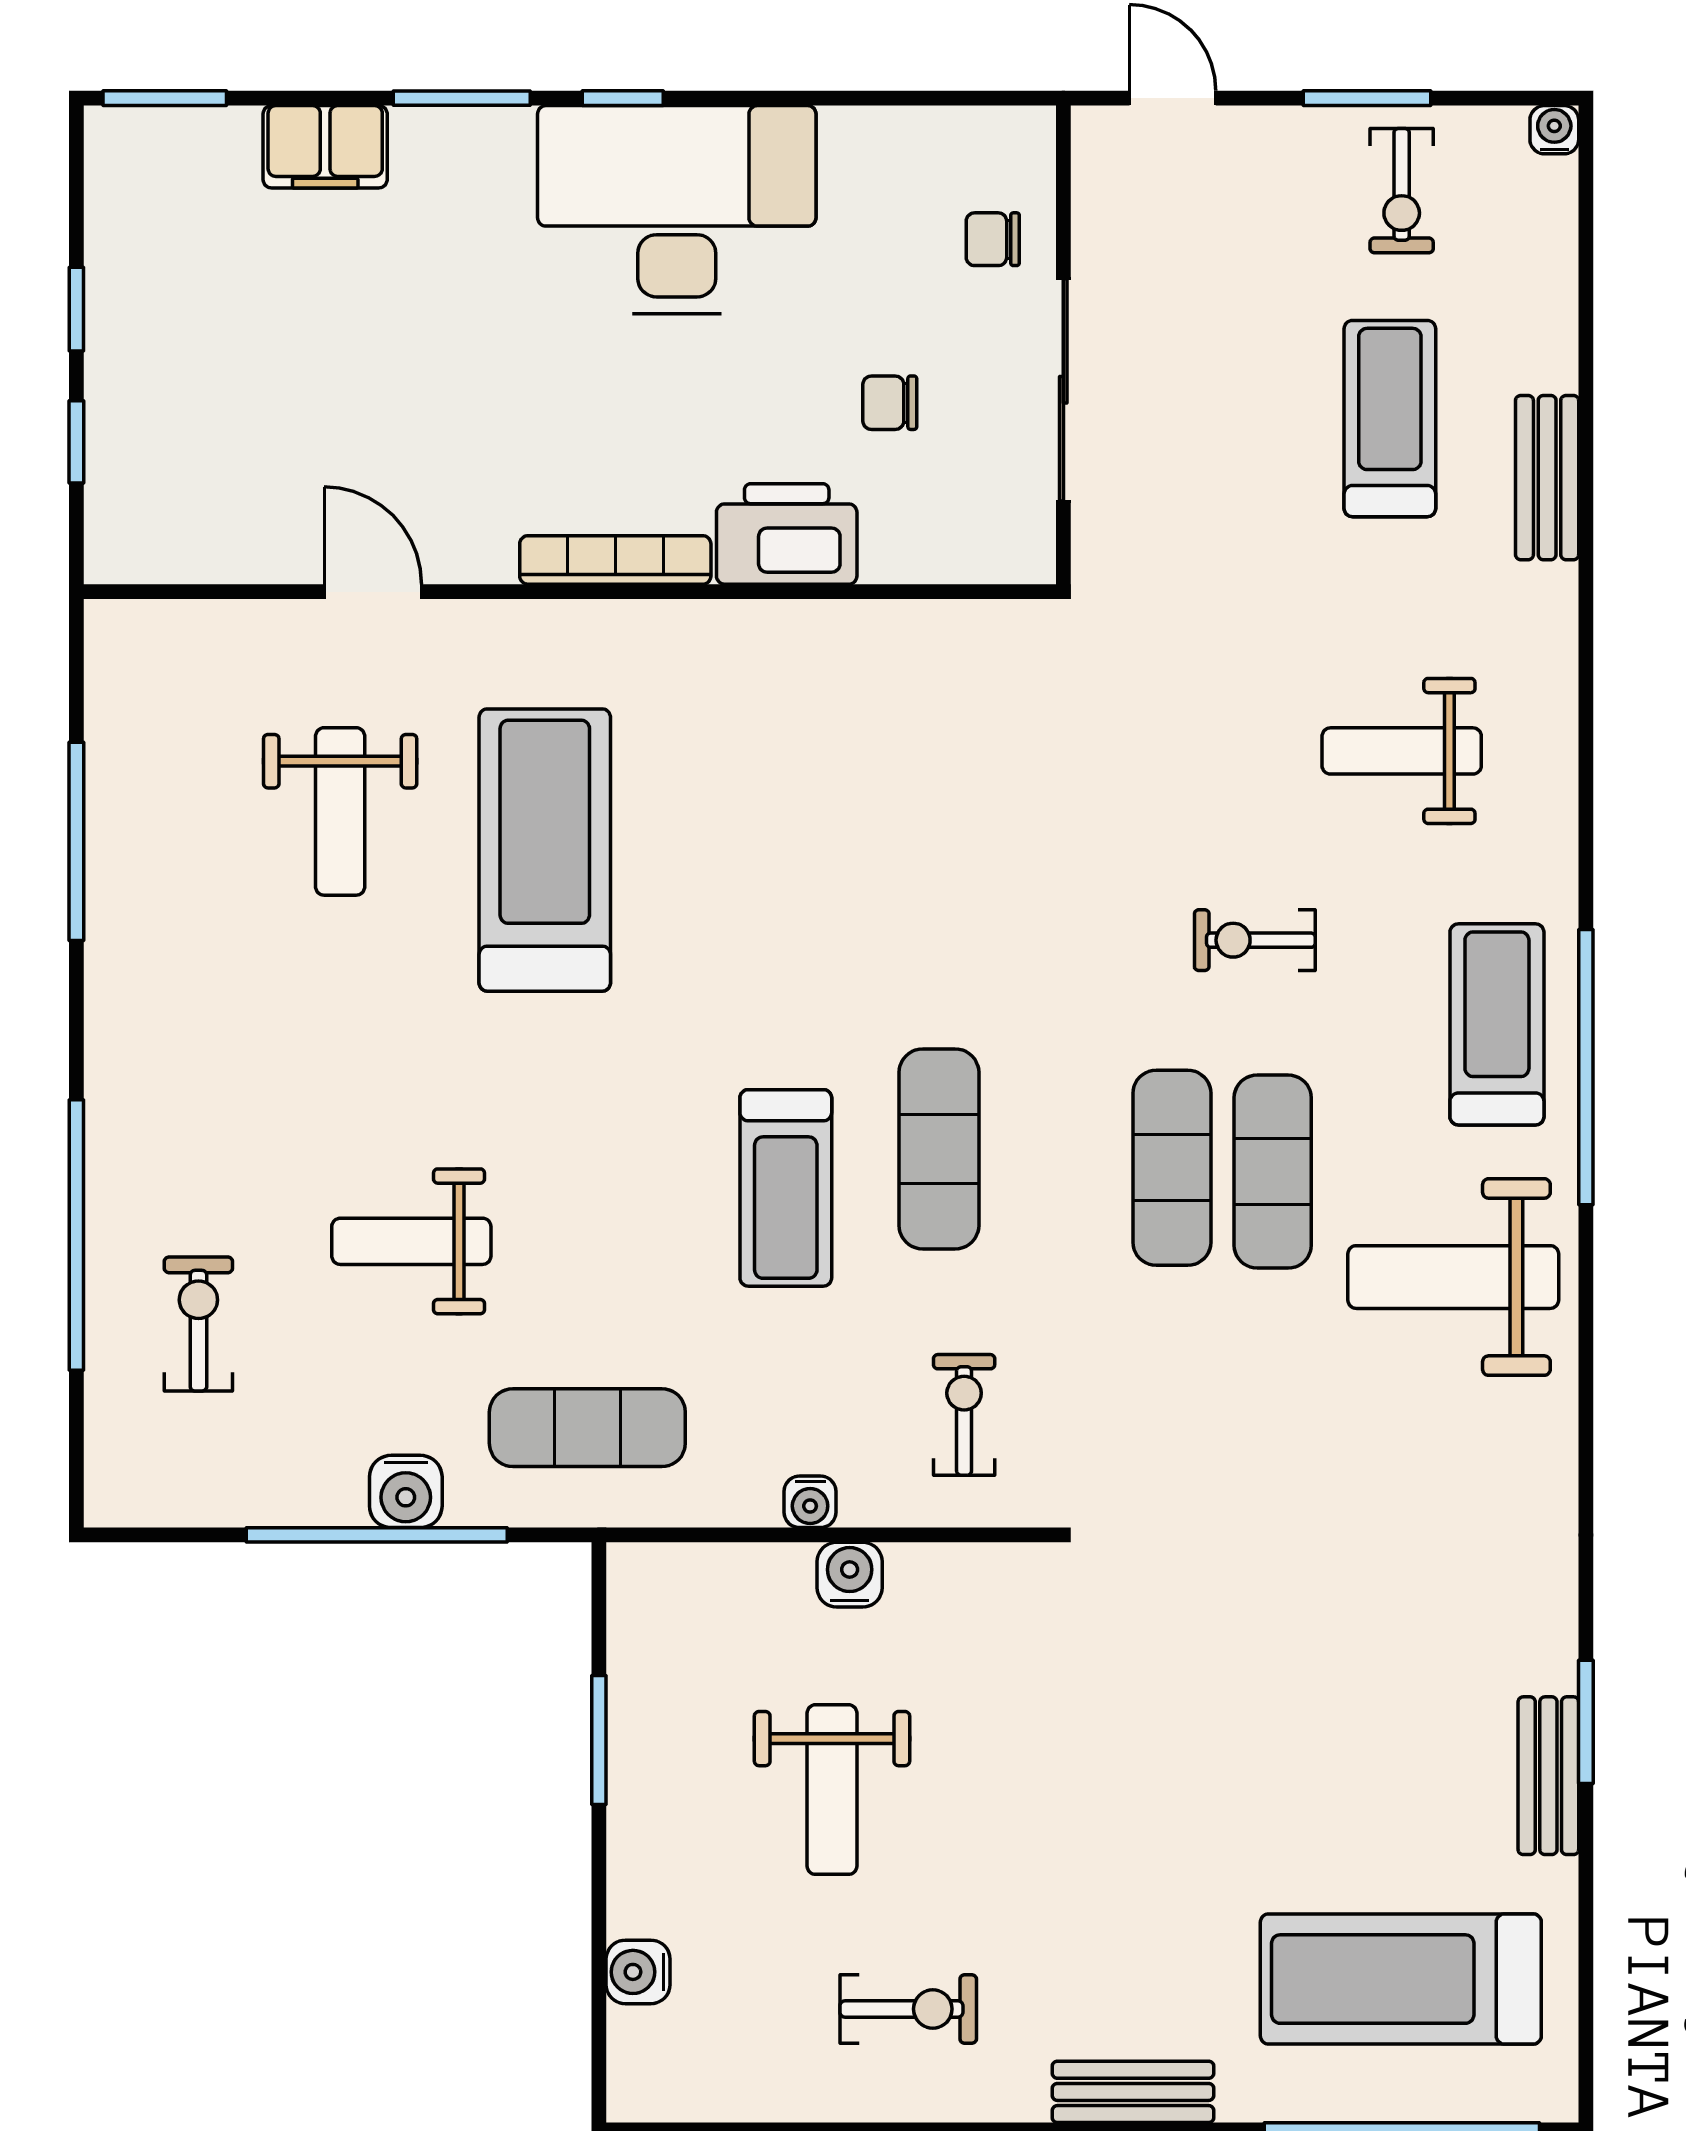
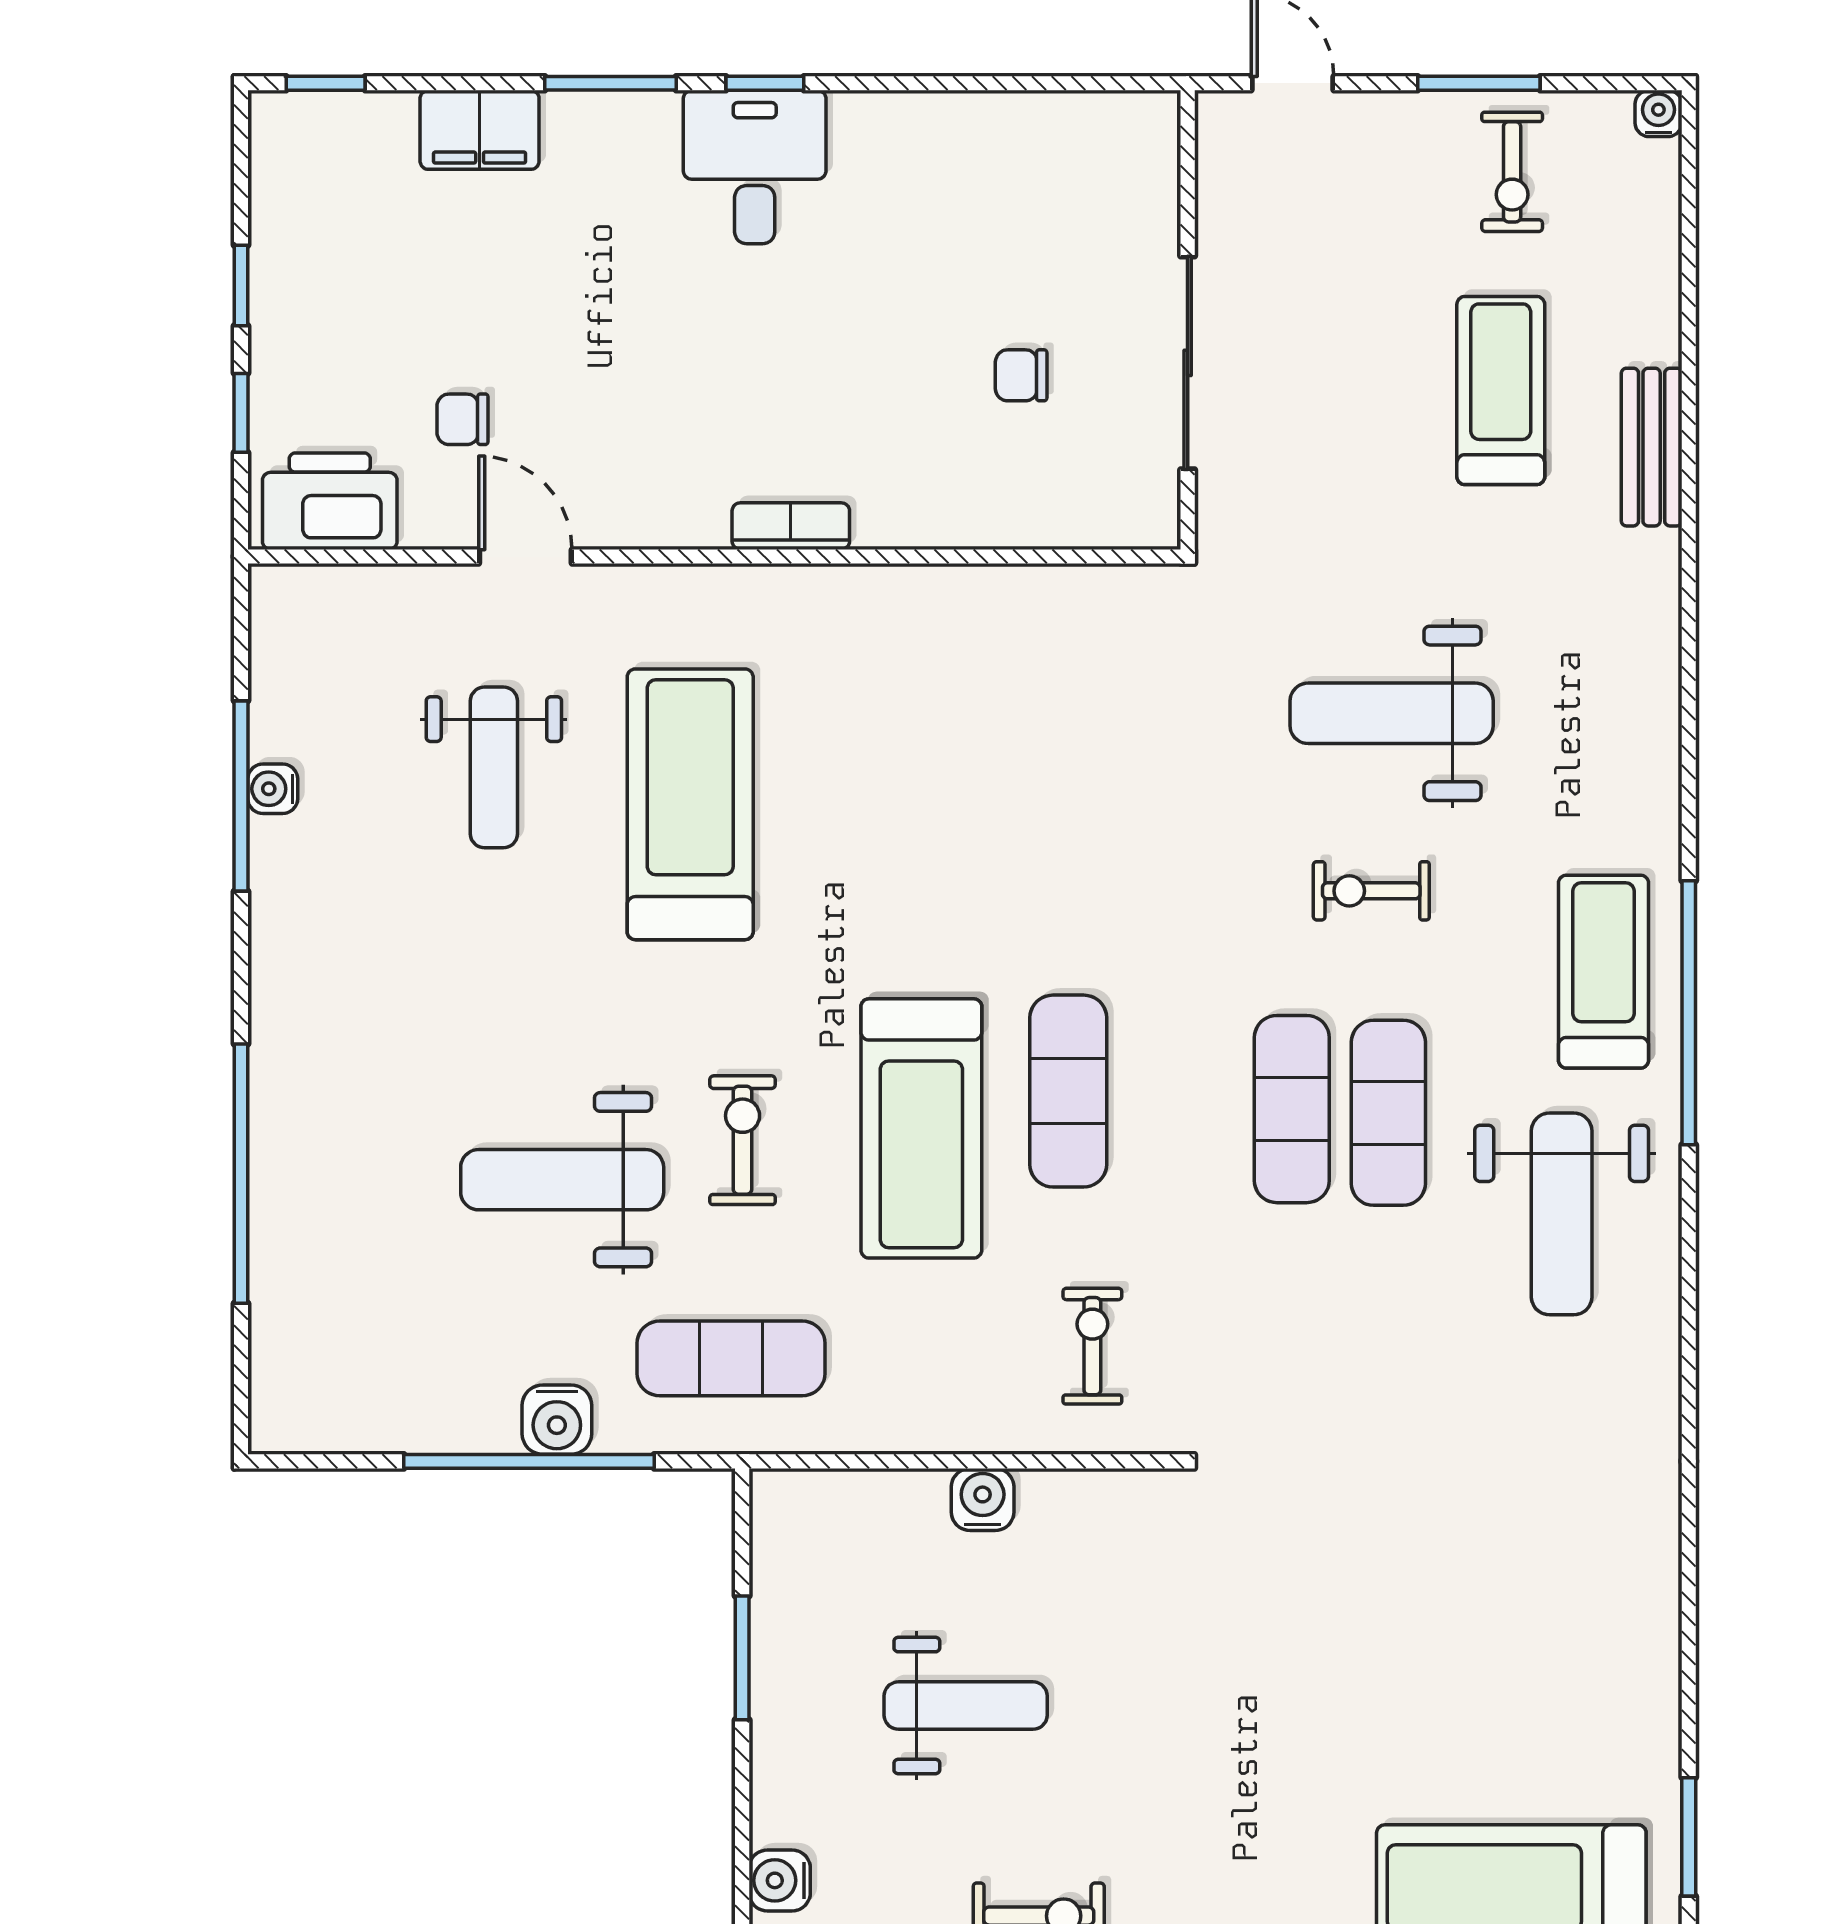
window: (165, 98) -> (326, 83), width x0.67
desk: (677, 210) -> (755, 167), width x0.53, depth x0.77
chair: (993, 239) -> (462, 419), moved
printer: (787, 534) -> (330, 501), moved
bookcase: (615, 560) -> (791, 526), width x0.64
weight bench: (1402, 751) -> (1392, 713), moved, width x1.36, depth x1.33
treadmill: (786, 1188) -> (921, 1128), width x1.37, depth x1.38
weight bench: (411, 1241) -> (562, 1180), width x1.36, depth x1.33
weight bench: (1453, 1277) -> (1562, 1214), turned -90
exercise bike: (198, 1324) -> (743, 1140), moved
water cooler: (810, 1502) -> (273, 789), moved, turned 90
window: (1586, 1722) -> (1689, 1837), moved
bench: (1548, 1776) -> (1653, 1692), removed
weight bench: (832, 1790) -> (966, 1706), turned -90

